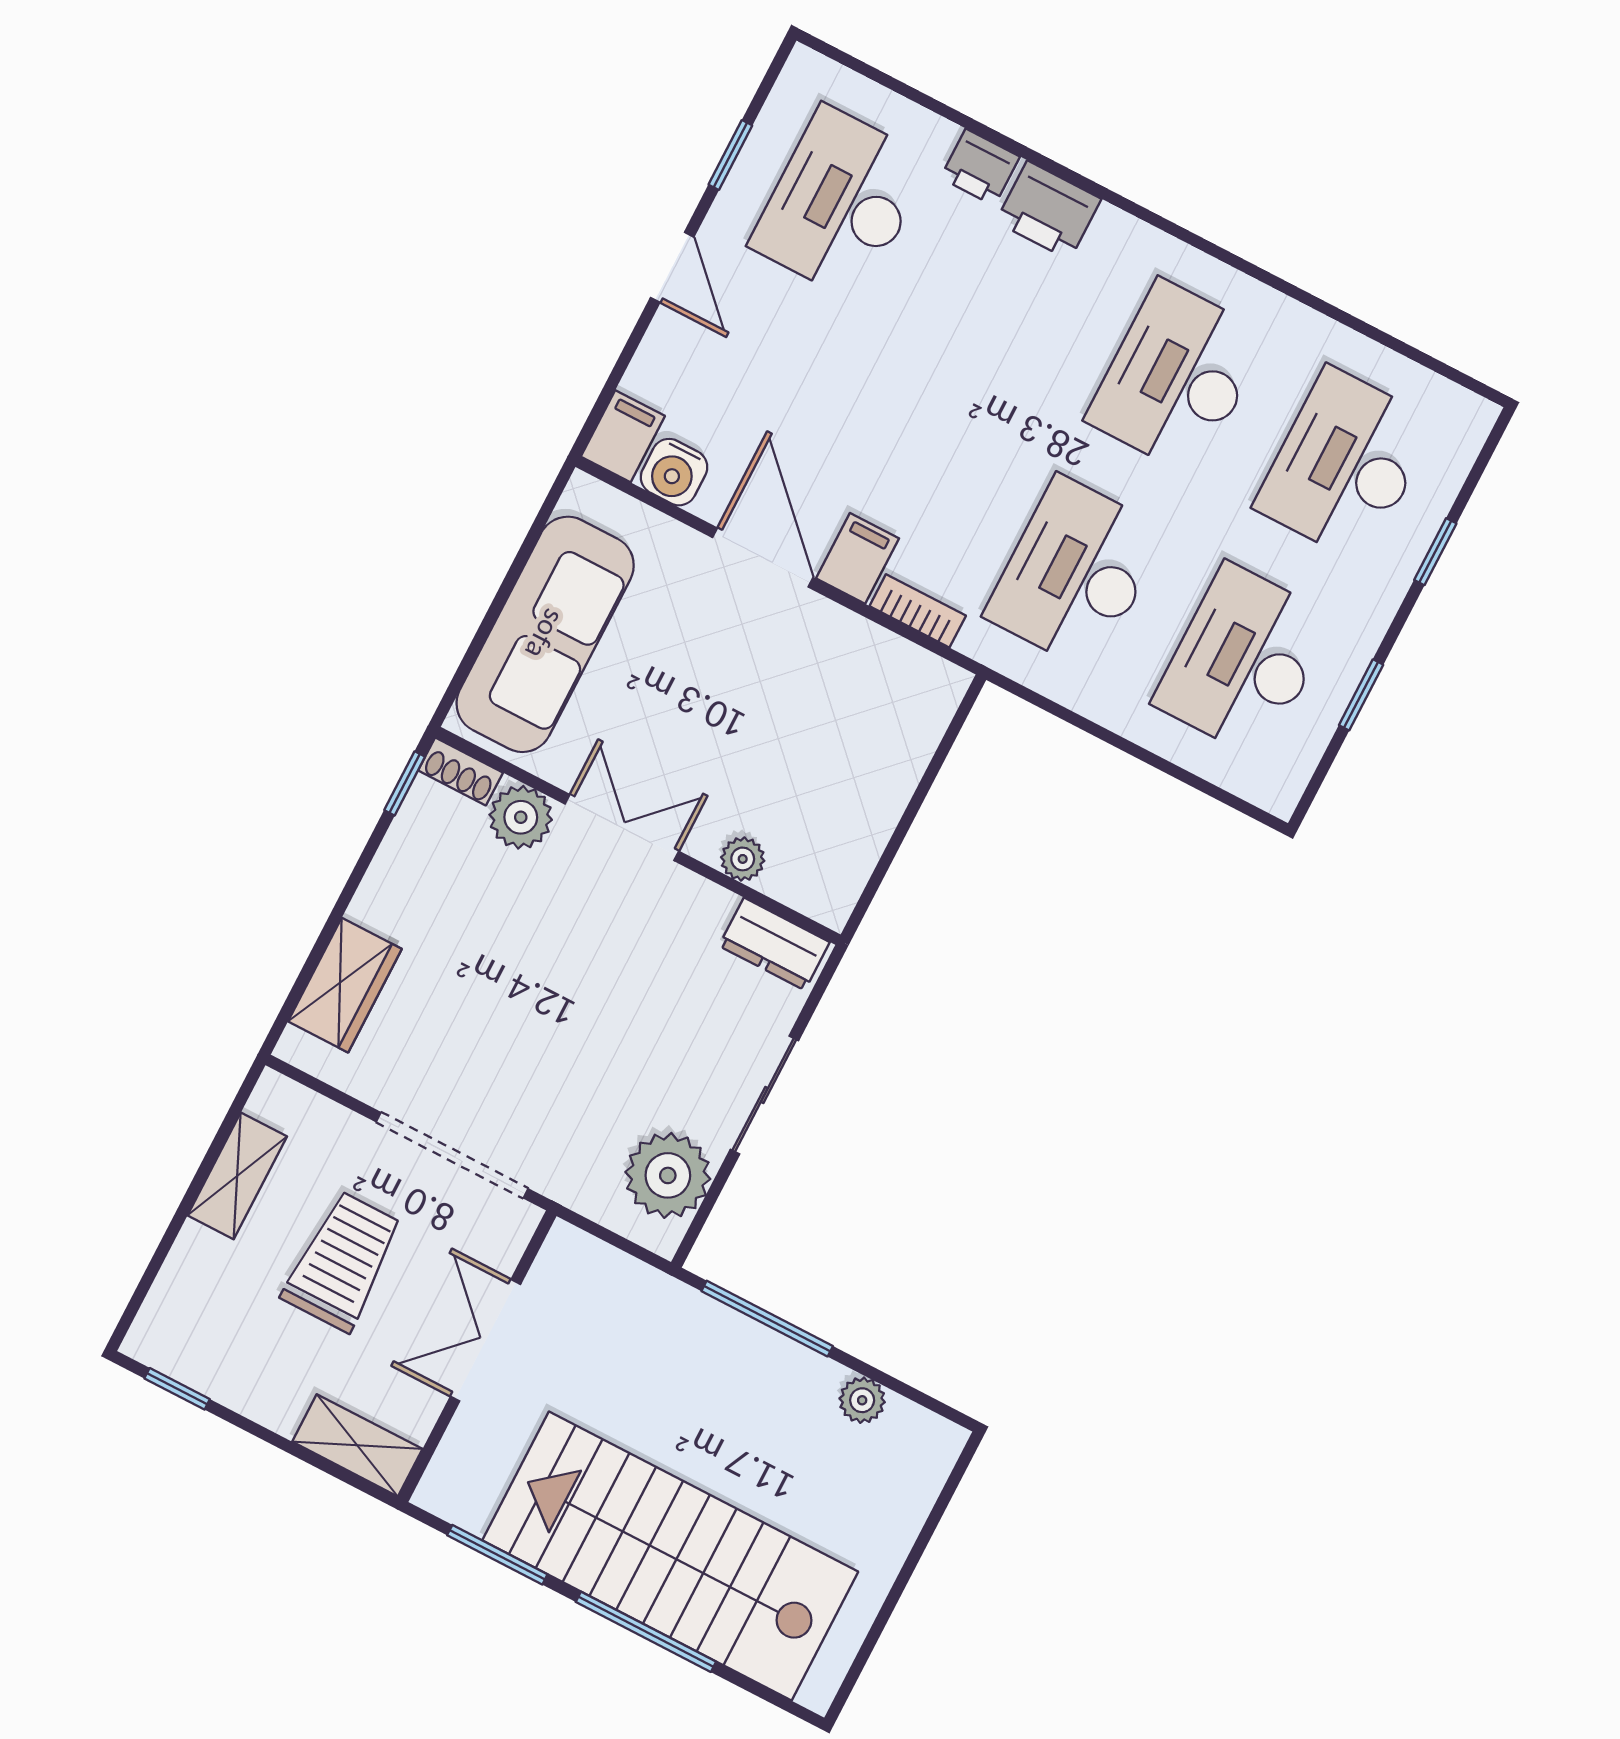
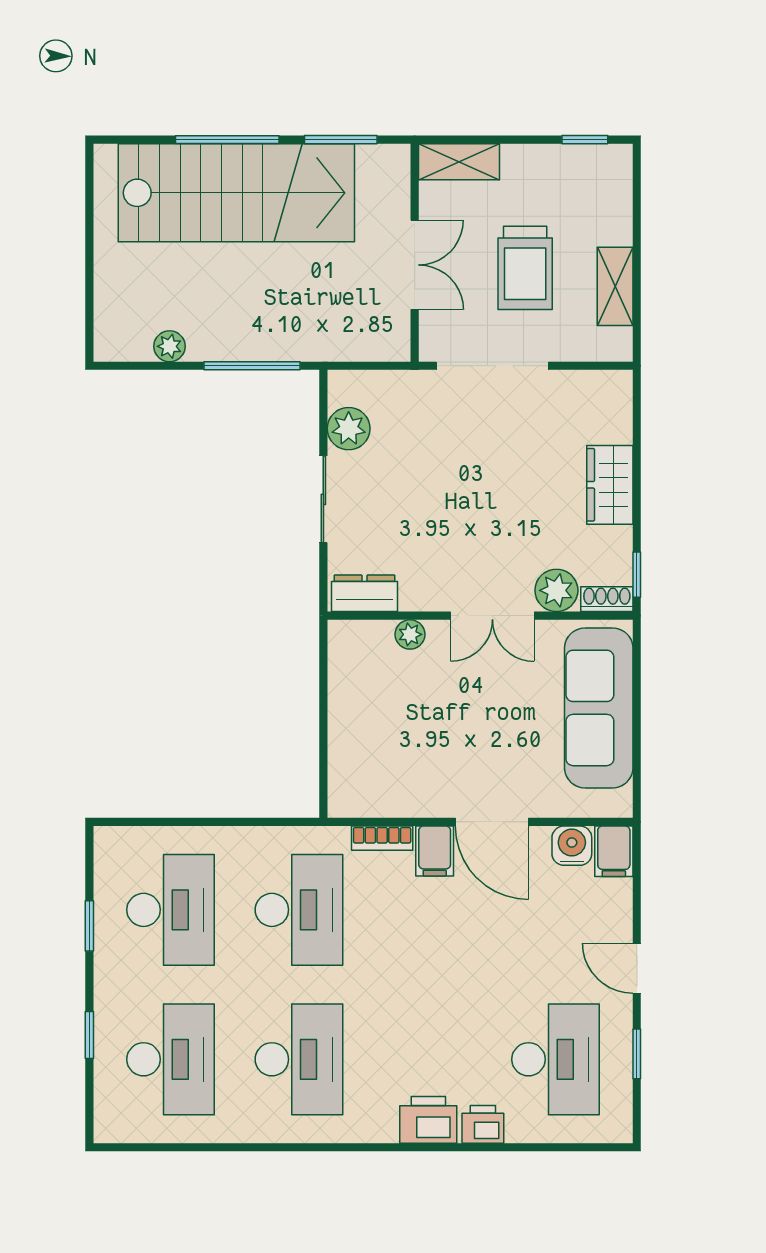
wardrobe: (345, 985) -> (610, 485), moved
plant: (668, 1175) -> (349, 429), width x0.73, depth x0.73

